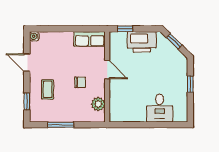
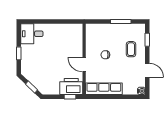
row of seats: (90, 39) -> (104, 89), width x1.48
printer: (142, 42) -> (71, 87), moved
plant: (98, 104) -> (91, 38), removed
desk: (160, 108) -> (32, 34), moved, turned -90

